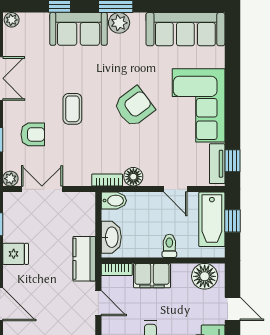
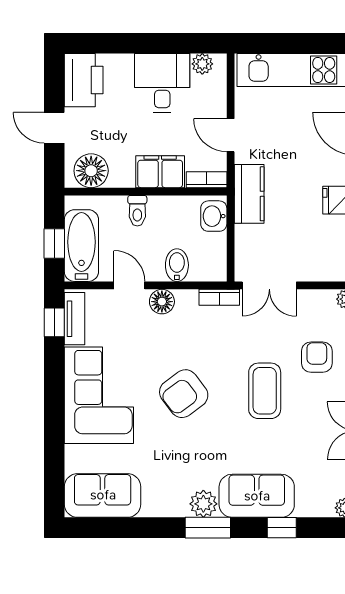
sofa: (185, 29) -> (103, 495), width x0.73
coffee table: (72, 109) -> (265, 391), width x1.36, depth x1.30
armchair: (33, 134) -> (317, 357), turned 90
floor lamp: (133, 177) -> (162, 302), moved
double door: (42, 189) -> (269, 285), moved
bidet: (114, 201) -> (177, 265), moved, turned 90
washbasin: (111, 237) -> (214, 216), width x0.72

